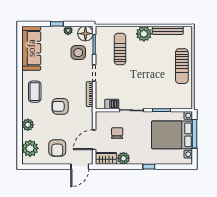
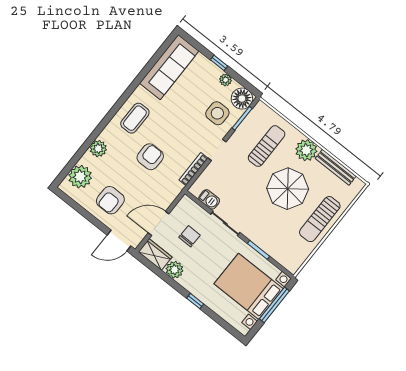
parasol: (151, 63) -> (288, 189), added
armchair: (60, 106) -> (150, 157), turned 90

